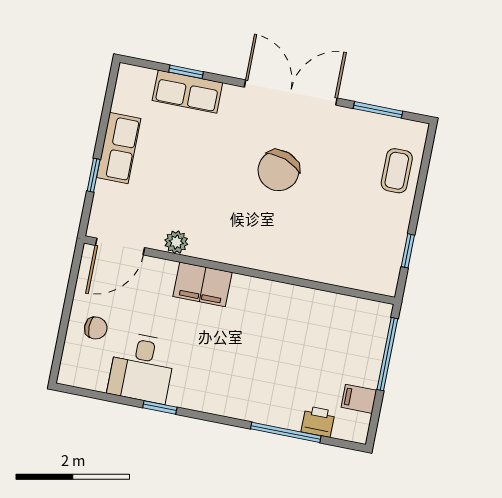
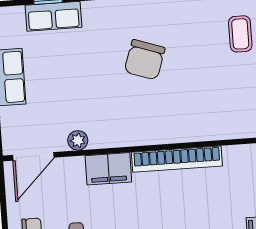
bookcase: (284, 295) -> (177, 159), added

